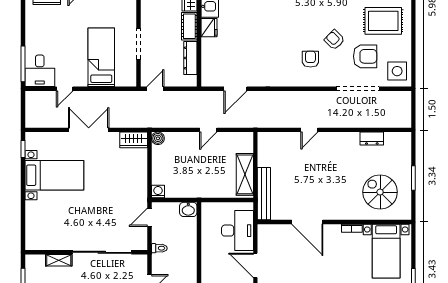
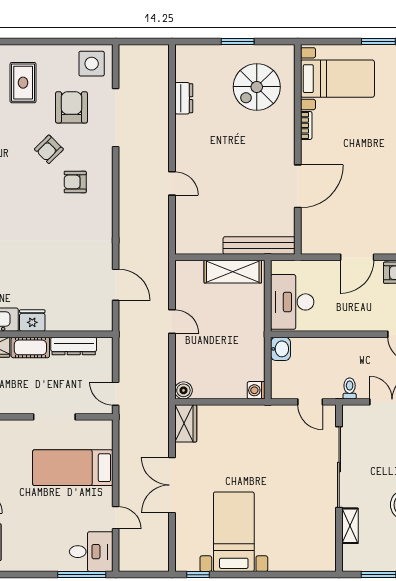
rug: (383, 21) -> (23, 83), width x0.73, depth x0.70
door: (149, 217) -> (310, 402), moved
desk: (237, 231) -> (292, 302), moved, turned -90
toilet: (159, 248) -> (350, 388), moved

